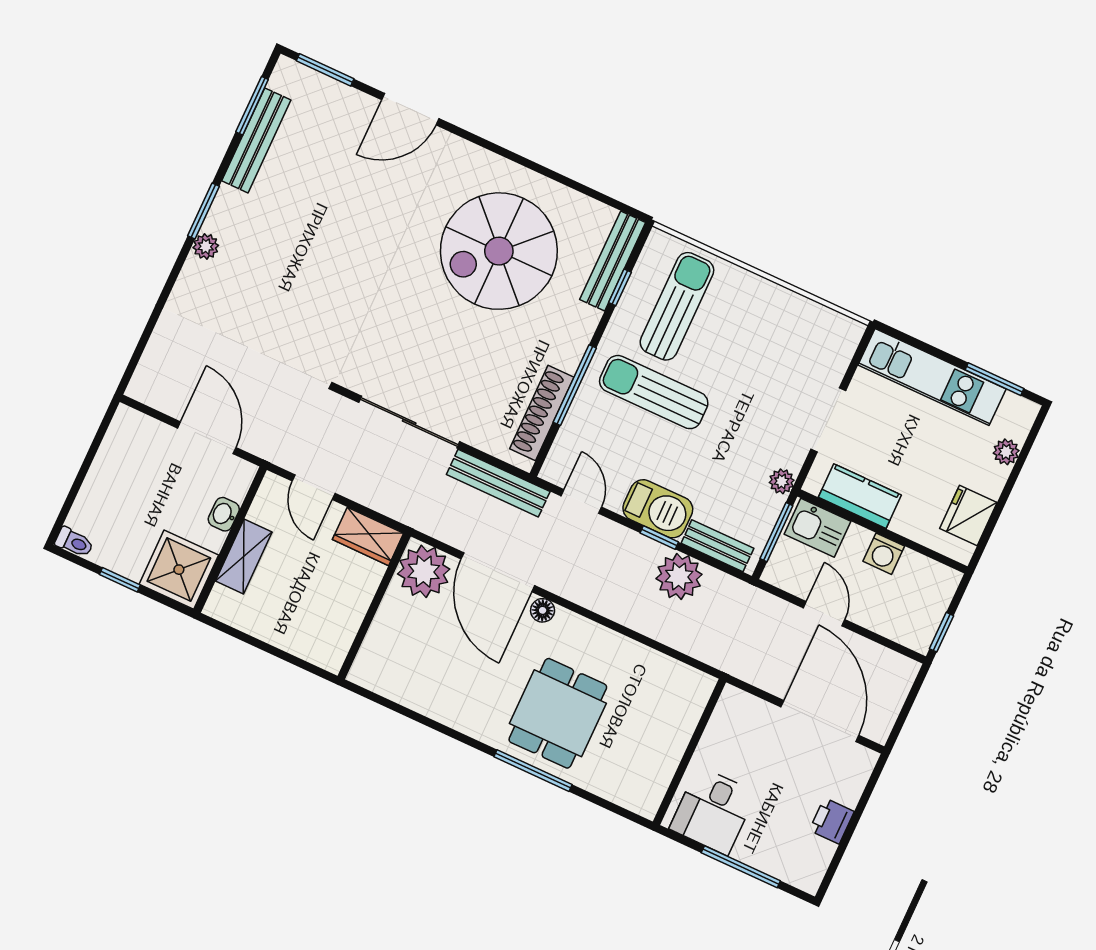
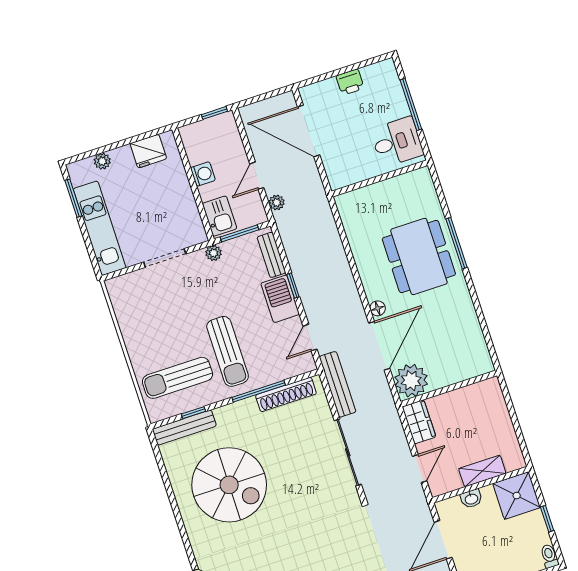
kitchen counter: (860, 496) -> (186, 210), removed
plant: (679, 577) -> (277, 203), moved, width x0.53, depth x0.53
dining table: (558, 713) -> (419, 256), width x1.37
door: (820, 721) -> (309, 131), hinge flipped

